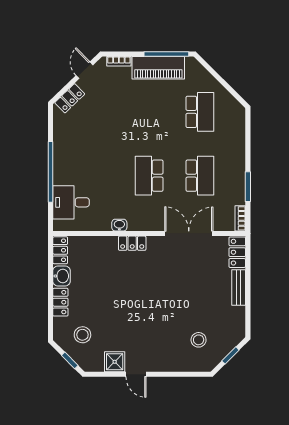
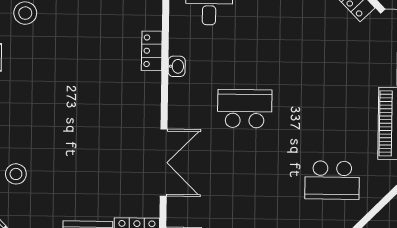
school desk: (200, 176) -> (244, 179), removed
locker: (132, 243) -> (152, 51), moved

